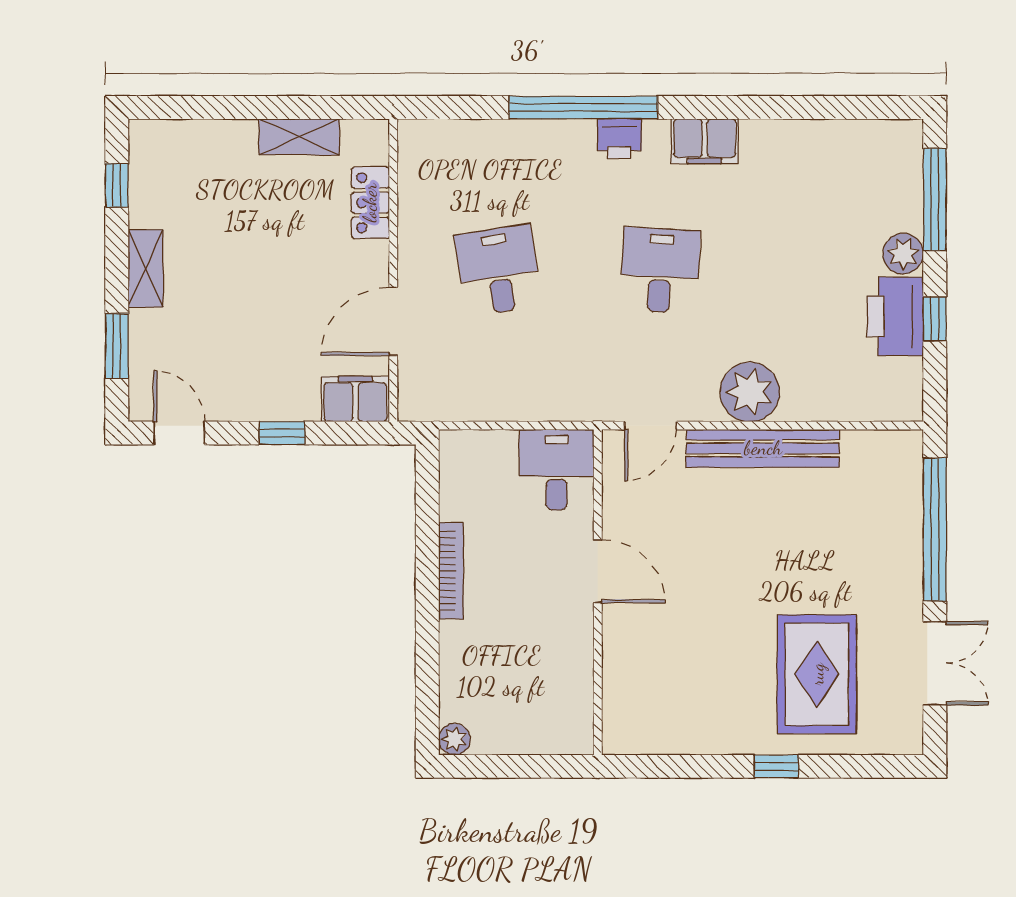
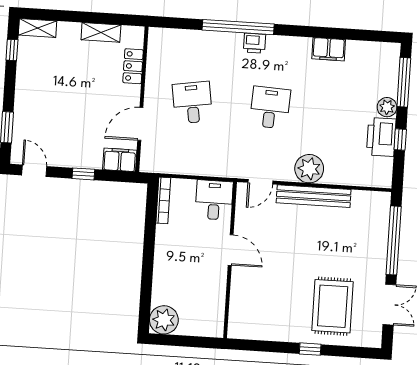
filing cabinet: (705, 141) -> (329, 49), moved
shelving: (146, 268) -> (38, 28), moved, turned 90
bookcase: (451, 571) -> (163, 200), moved
plant: (455, 739) -> (164, 320), width x1.88, depth x1.88

